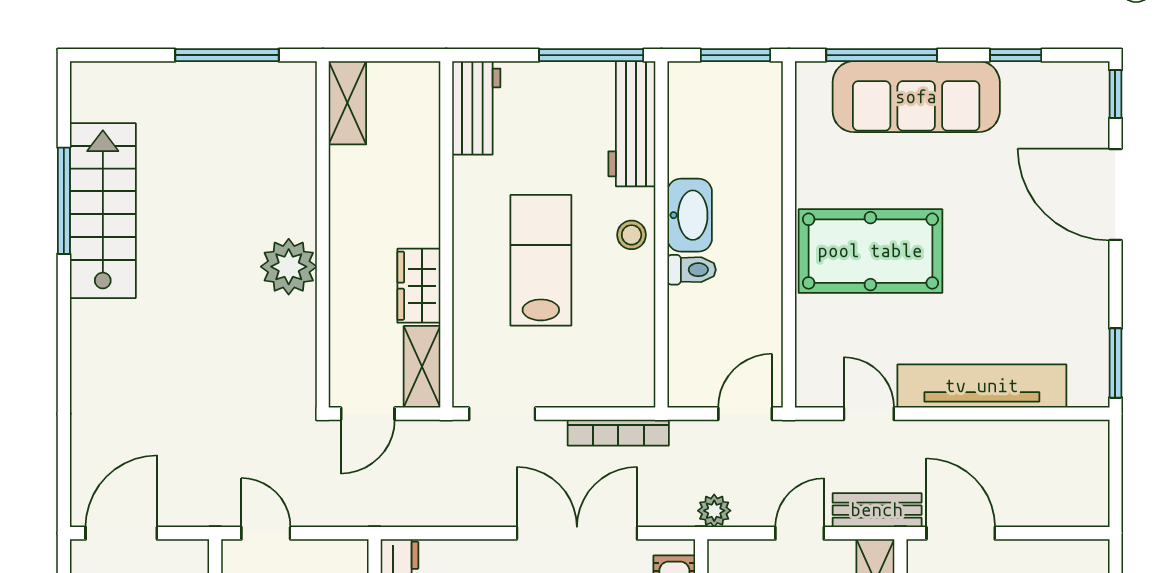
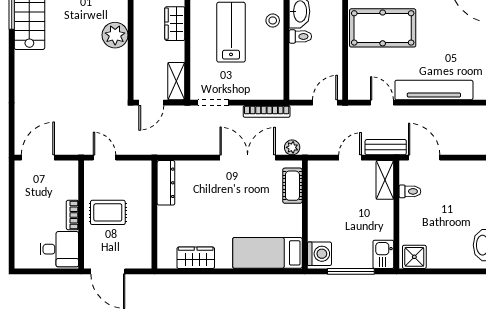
wardrobe: (419, 286) -> (175, 24), moved
plant: (714, 511) -> (292, 147), moved

